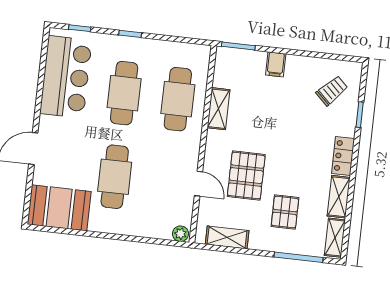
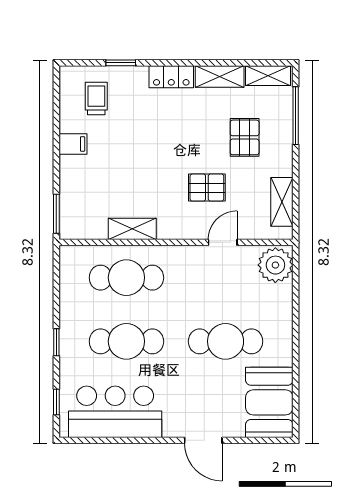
filing cabinet: (276, 64) -> (73, 144), moved
trolley: (332, 91) -> (96, 98), turned 46
pallet: (246, 176) -> (207, 188), width x0.67, depth x0.71
pallet: (285, 212) -> (245, 137), turned 90
plant: (181, 234) -> (275, 265), width x1.88, depth x1.88

